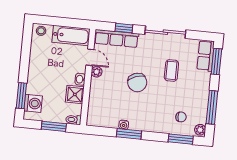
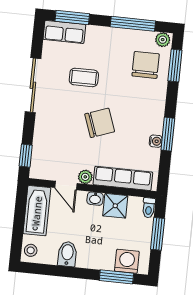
window: (124, 28) -> (26, 156), moved
row of seats: (117, 38) -> (123, 178), moved, turned -90
door: (90, 57) -> (66, 186), swing flipped
bidet: (38, 58) -> (67, 254), added
chair: (181, 117) -> (146, 65), width x1.87, depth x1.87

